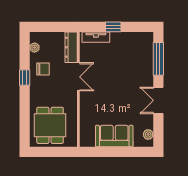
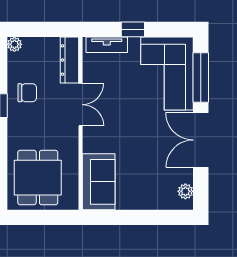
plant: (35, 48) -> (14, 44), moved
corner sofa: (136, 56) -> (167, 74), added
double door: (158, 100) -> (201, 140), width x1.37
sofa: (114, 136) -> (99, 182), moved, turned 90

